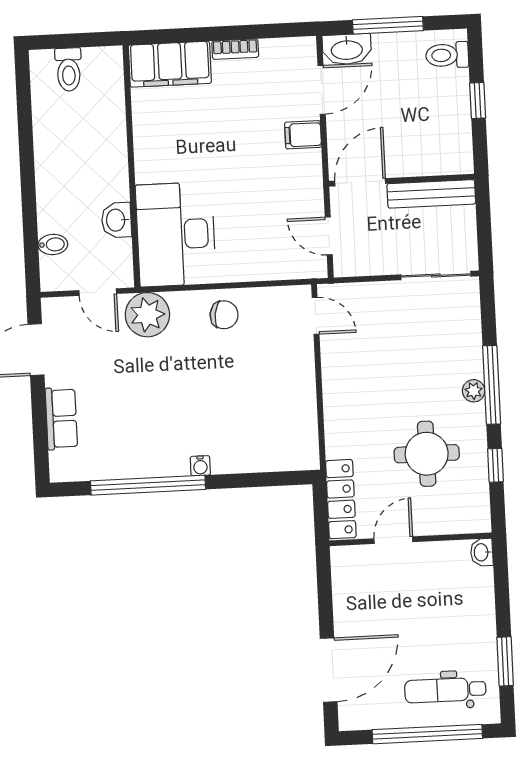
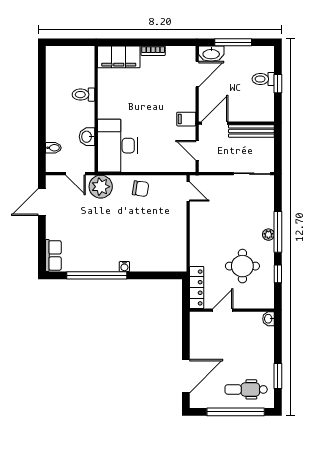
toilet: (447, 55) -> (263, 79), moved
toilet: (69, 69) -> (83, 95), moved, turned 90
filing cabinet: (303, 135) -> (186, 119), moved
row of seats: (61, 419) -> (53, 255), moved

